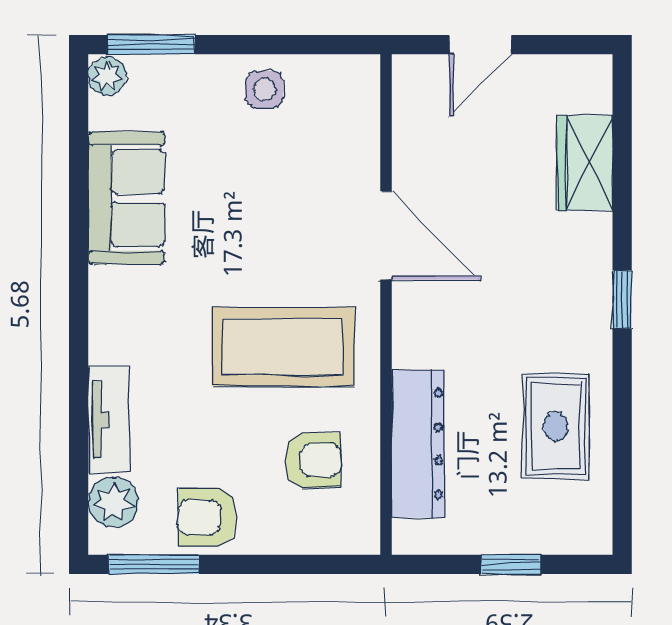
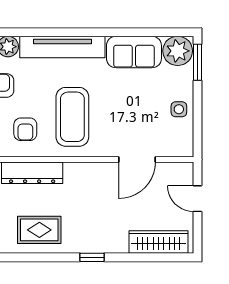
plant: (107, 76) -> (178, 51), width x1.88, depth x1.88
wardrobe: (585, 163) -> (158, 242), width x1.50
door: (386, 235) -> (137, 160), moved
tv unit: (109, 420) -> (62, 47), width x1.92, depth x1.29

